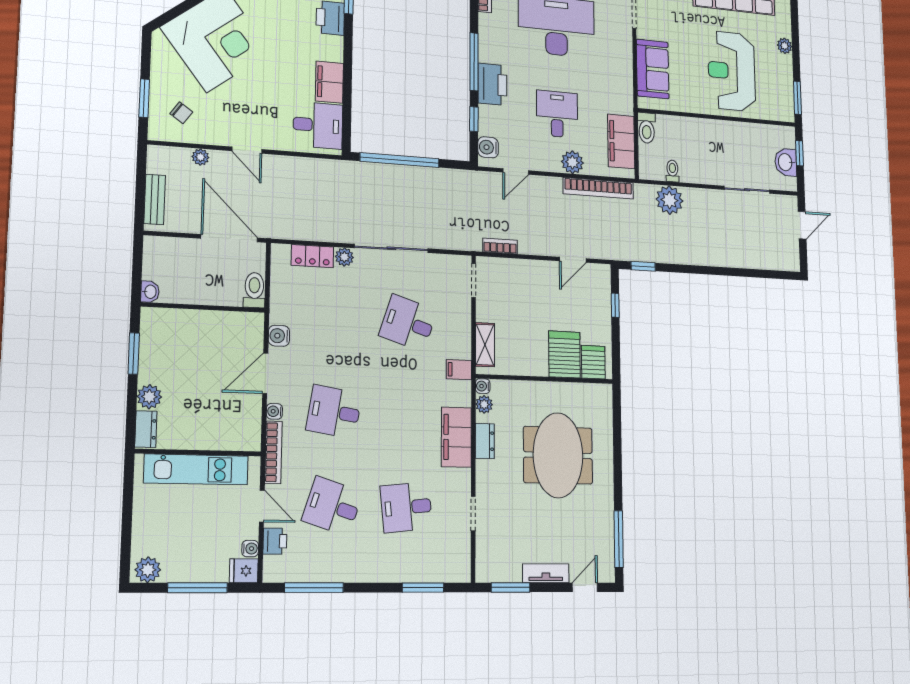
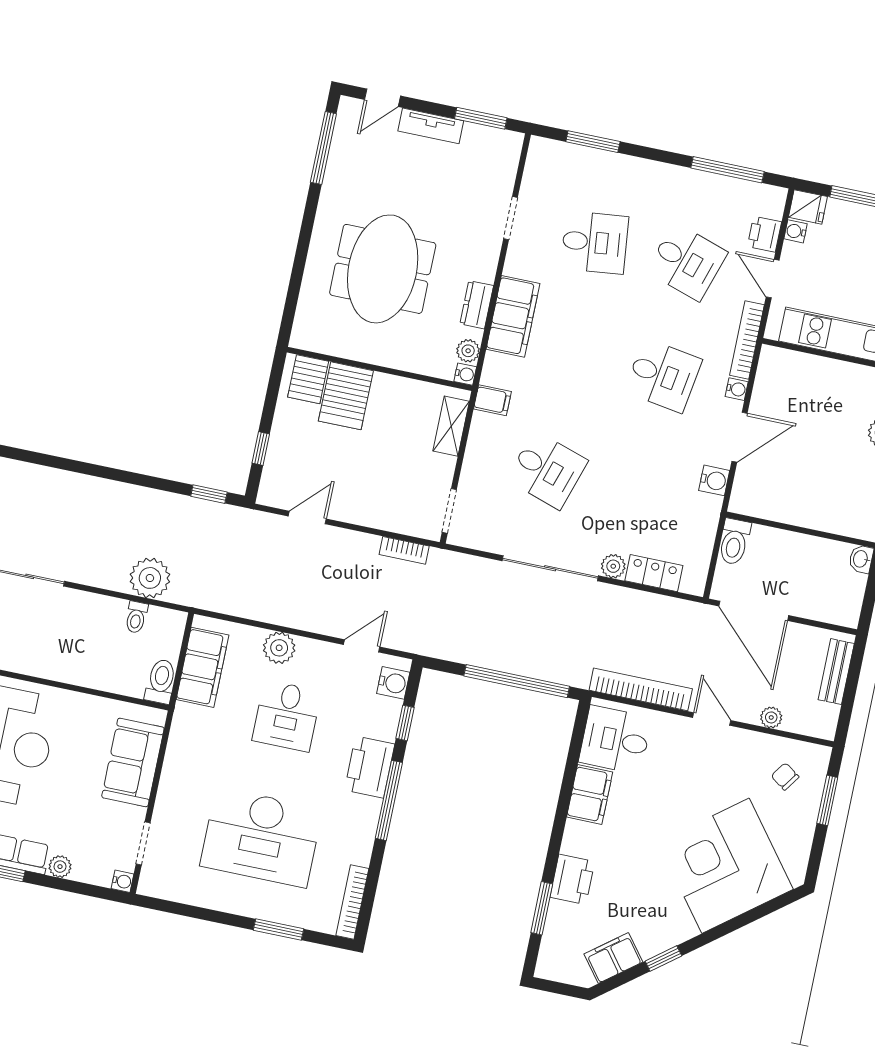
bookcase: (598, 188) -> (641, 689), moved

